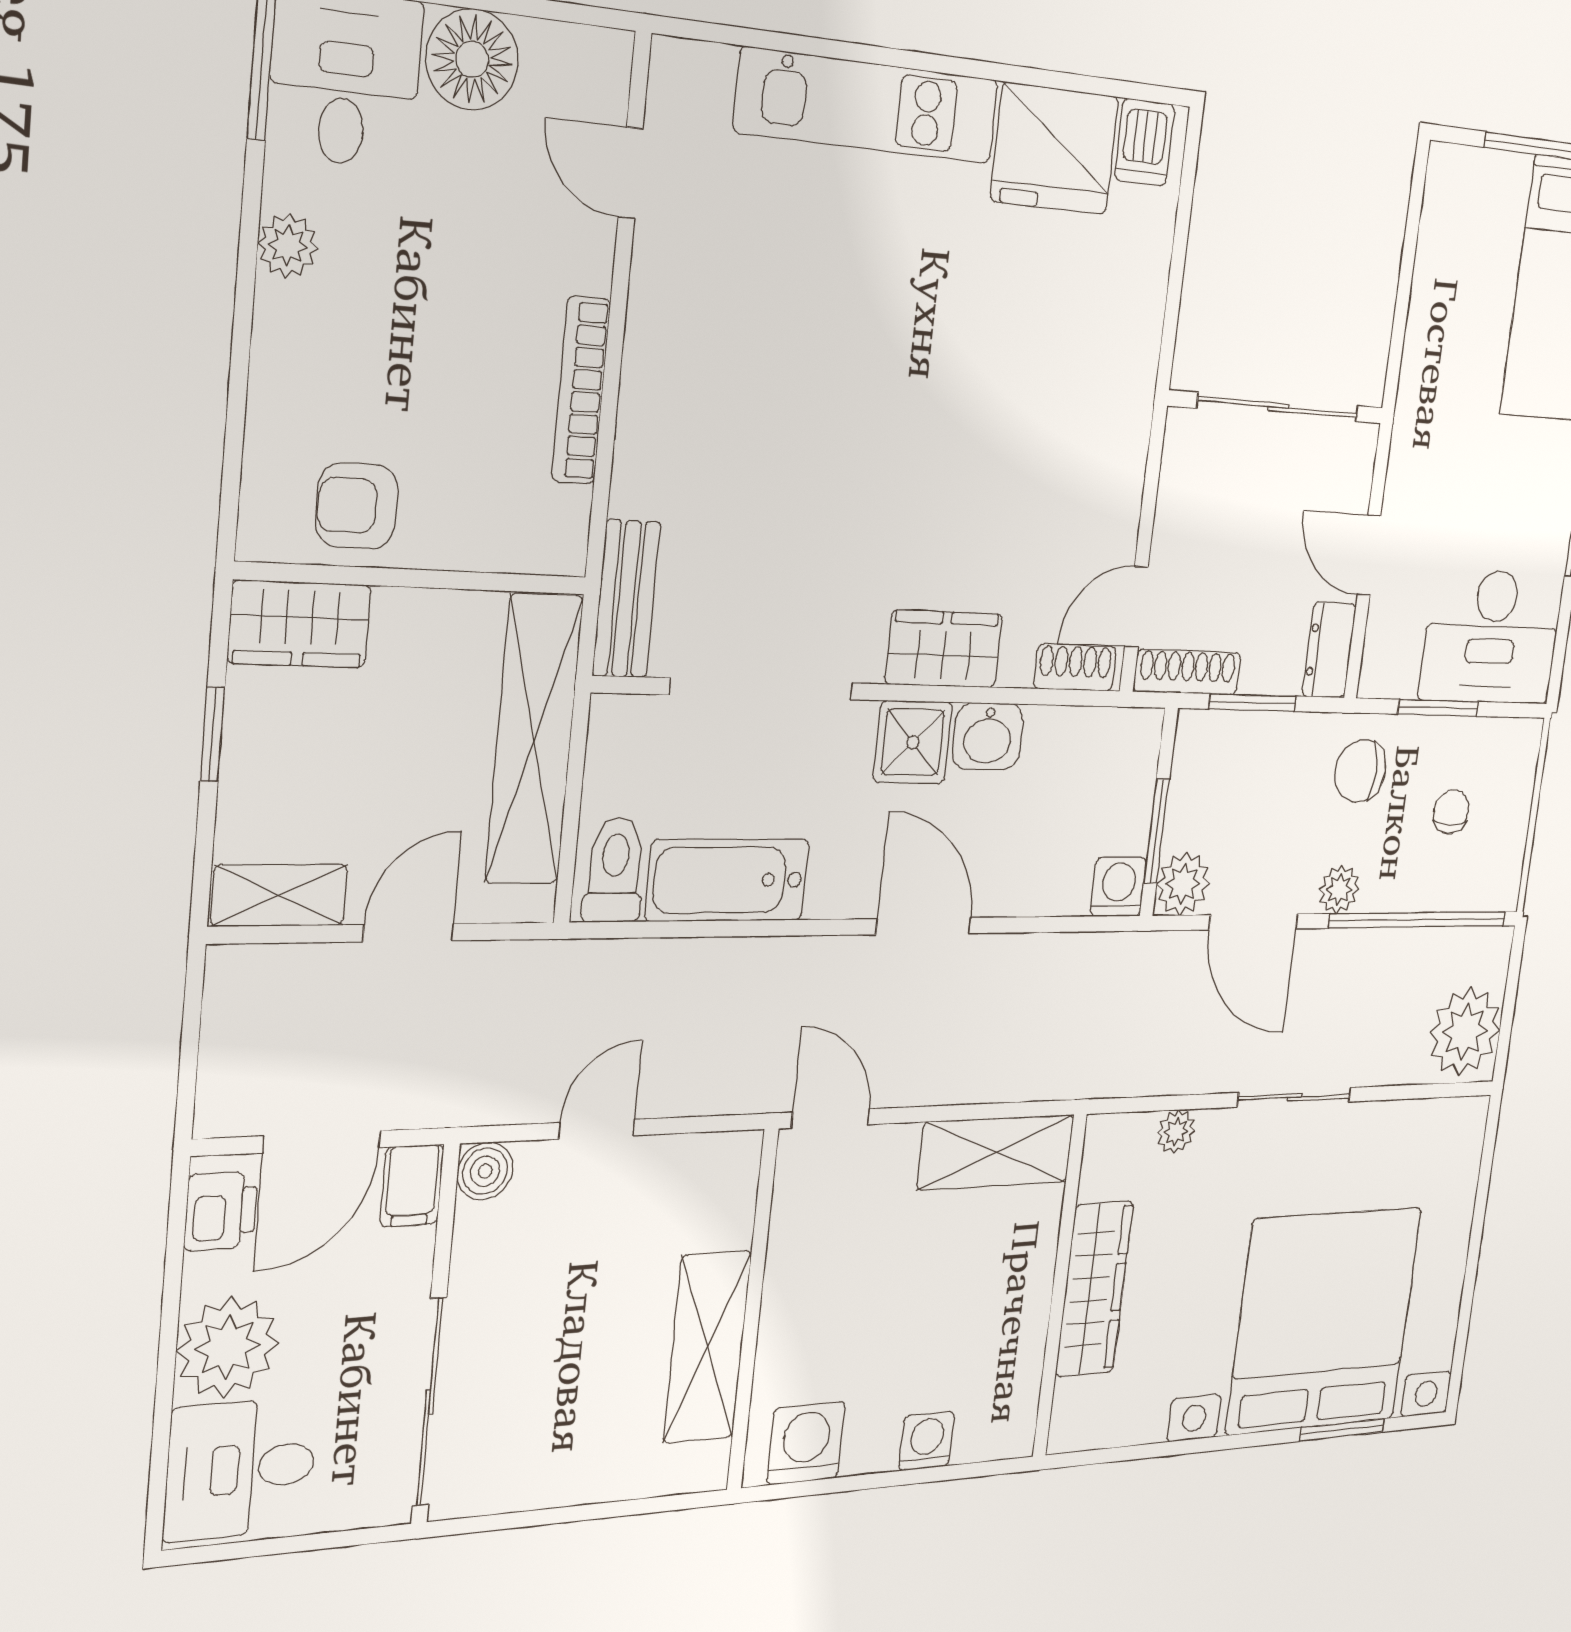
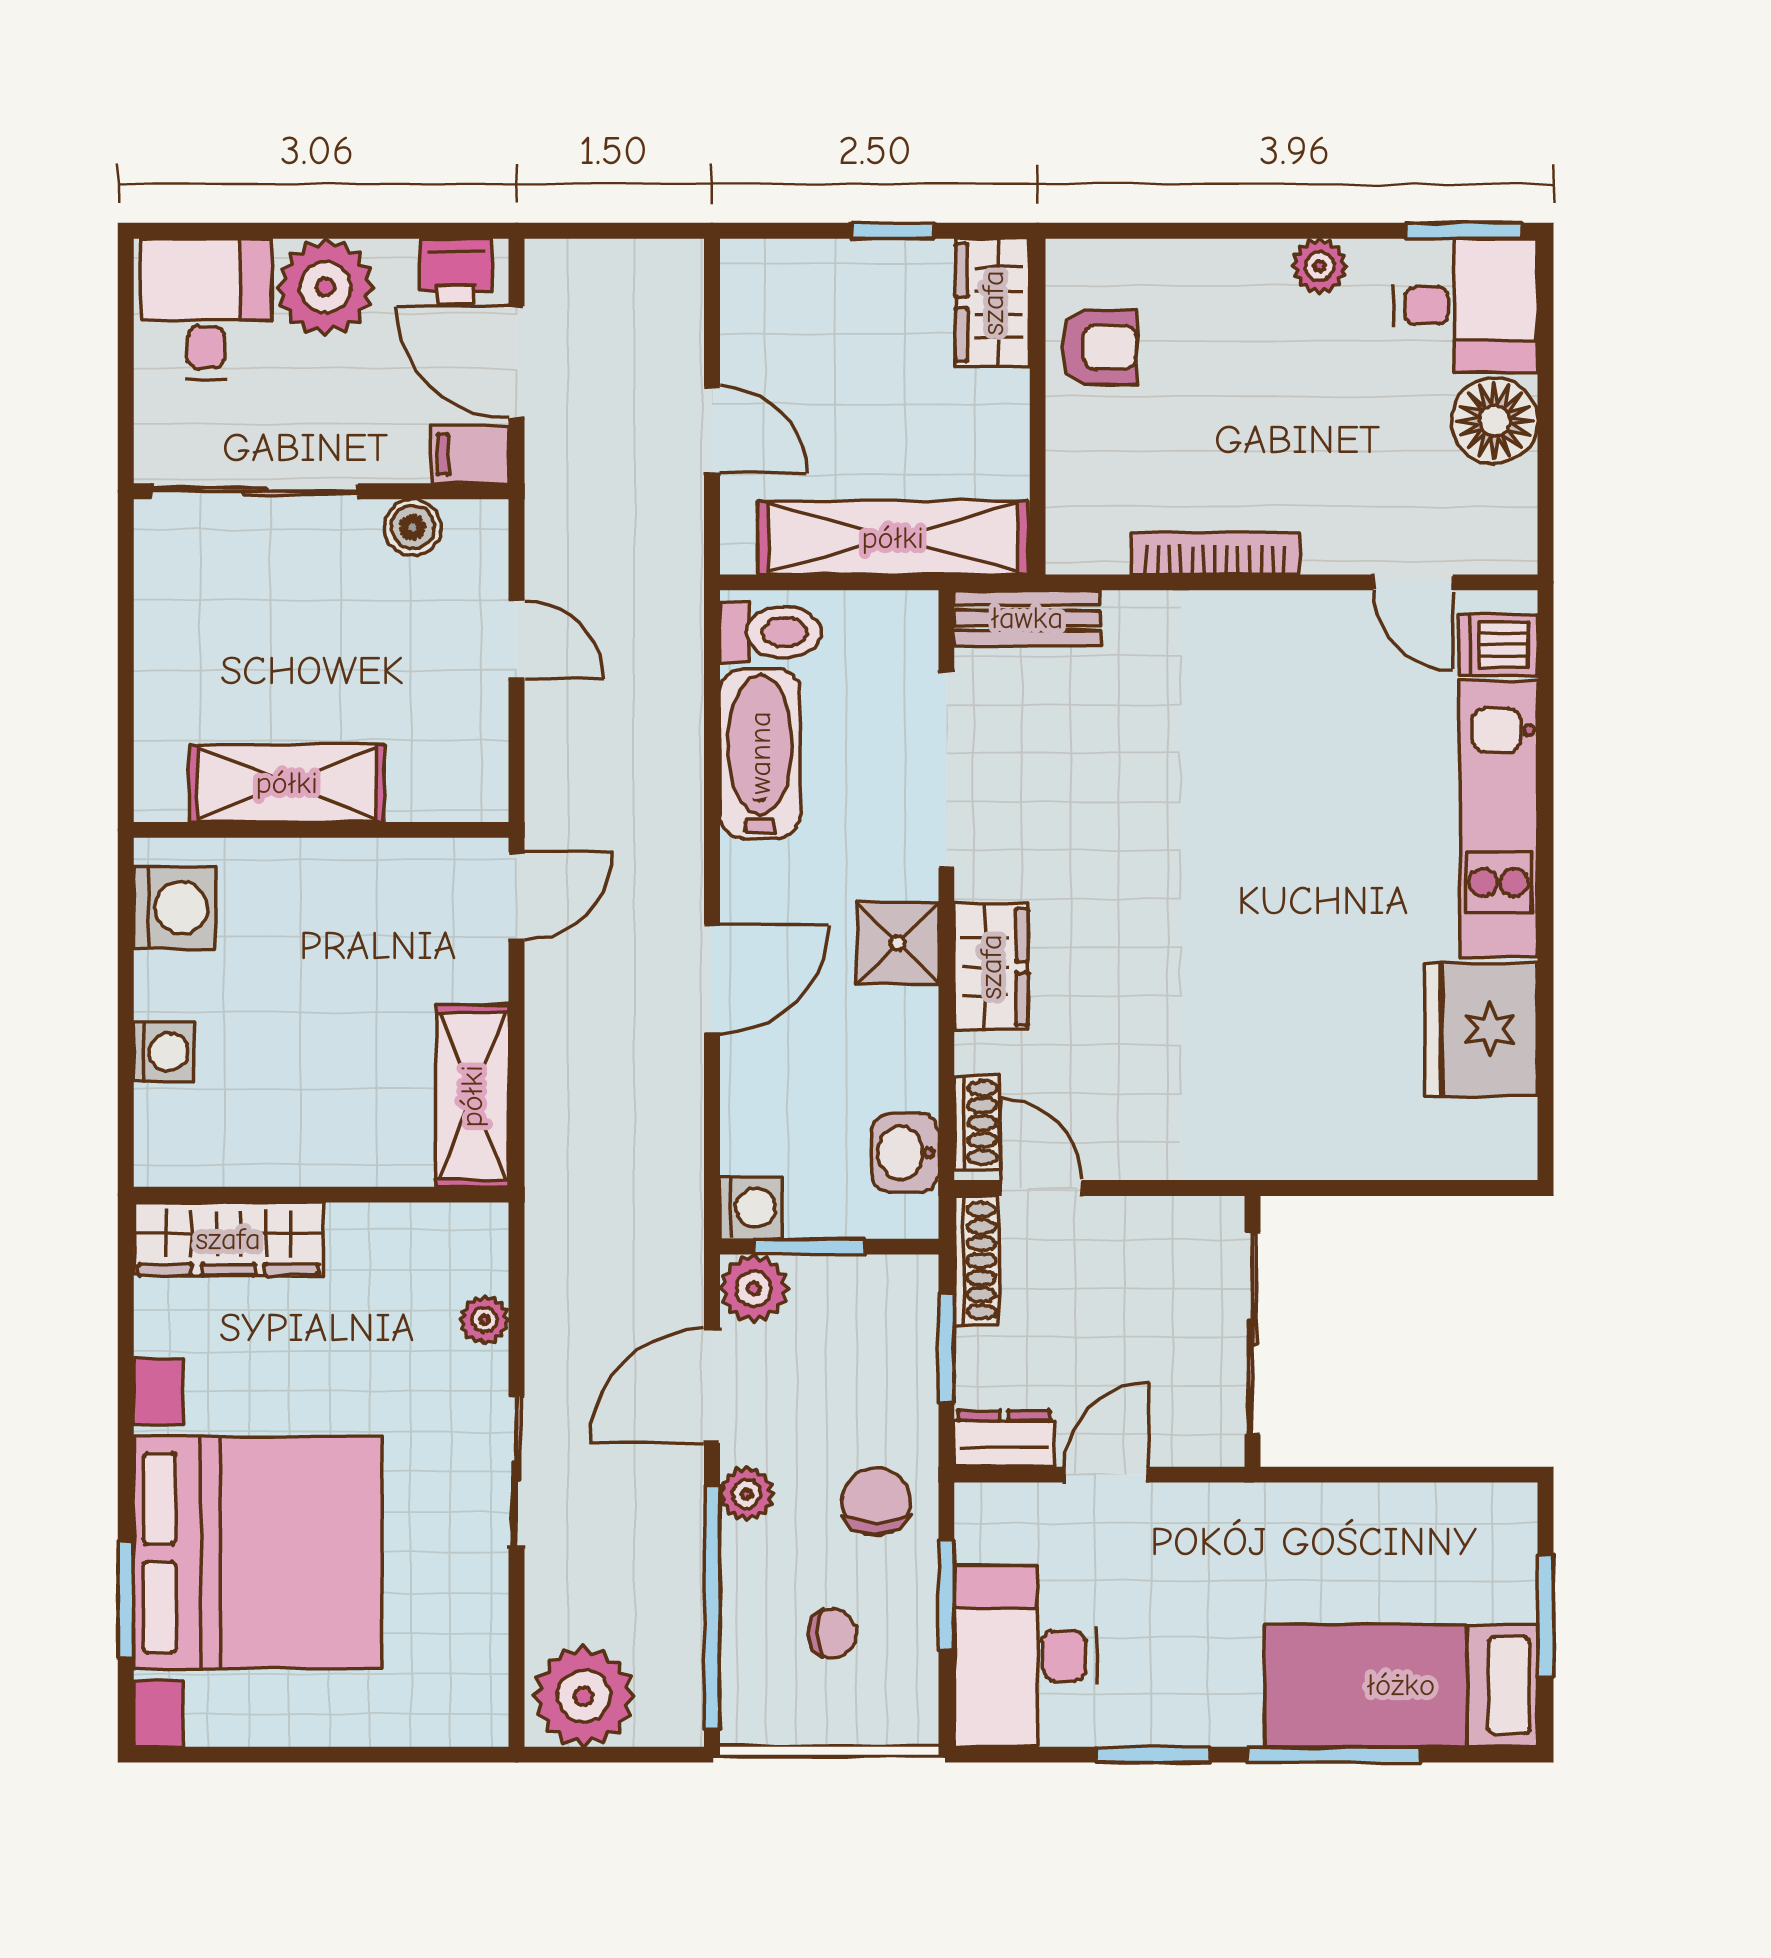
dishwasher: (1145, 142) -> (1498, 645), moved
door: (631, 173) -> (1413, 582), swing flipped
armchair: (357, 506) -> (1099, 347), turned 90
washbasin: (988, 736) -> (905, 1153), moved
shelving: (279, 895) -> (748, 303), removed
boiler: (485, 1171) -> (413, 527), moved
wardrobe: (1094, 1289) -> (228, 1239), moved

